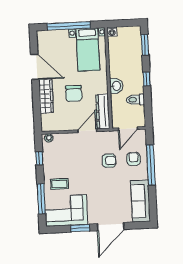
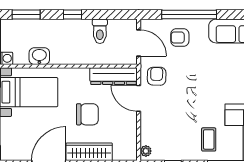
washbasin: (116, 86) -> (39, 56), moved
armchair: (109, 161) -> (157, 76), moved

